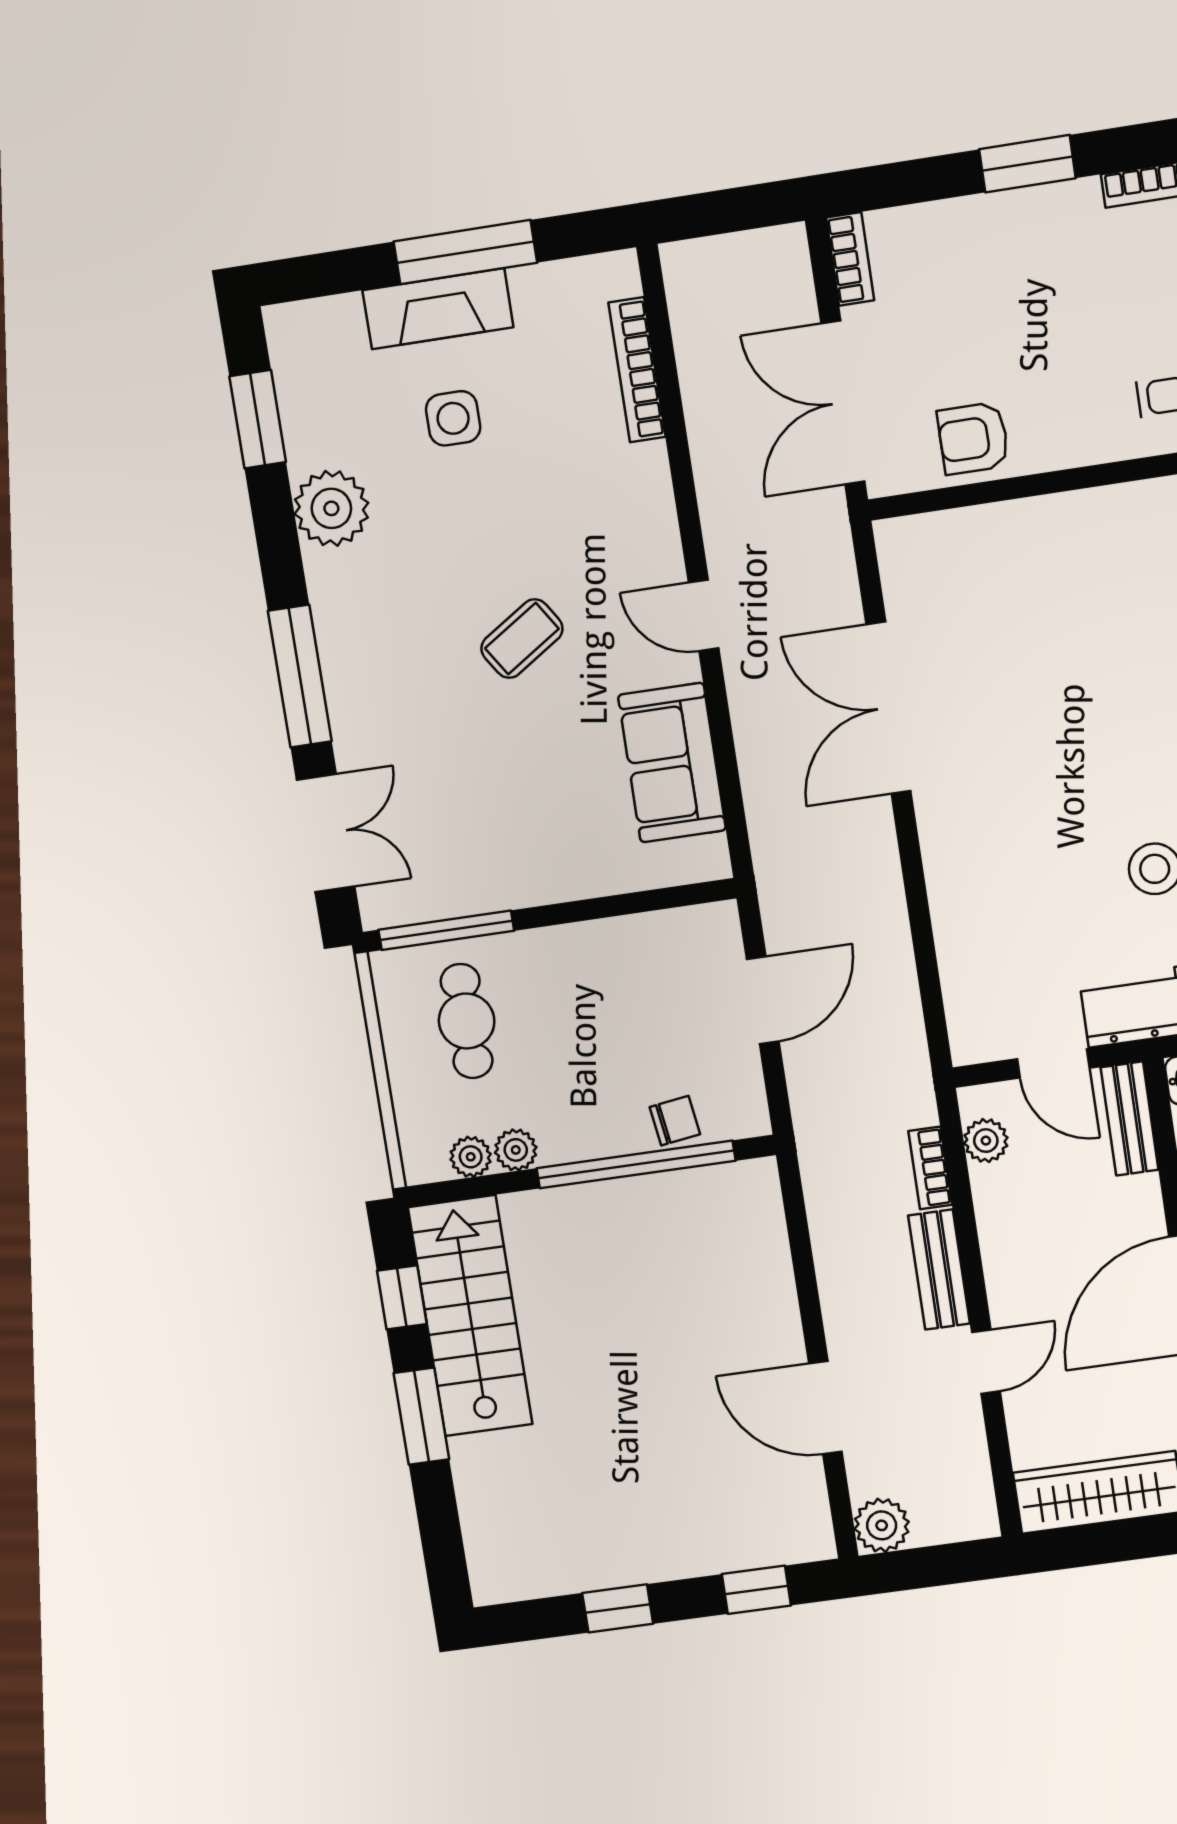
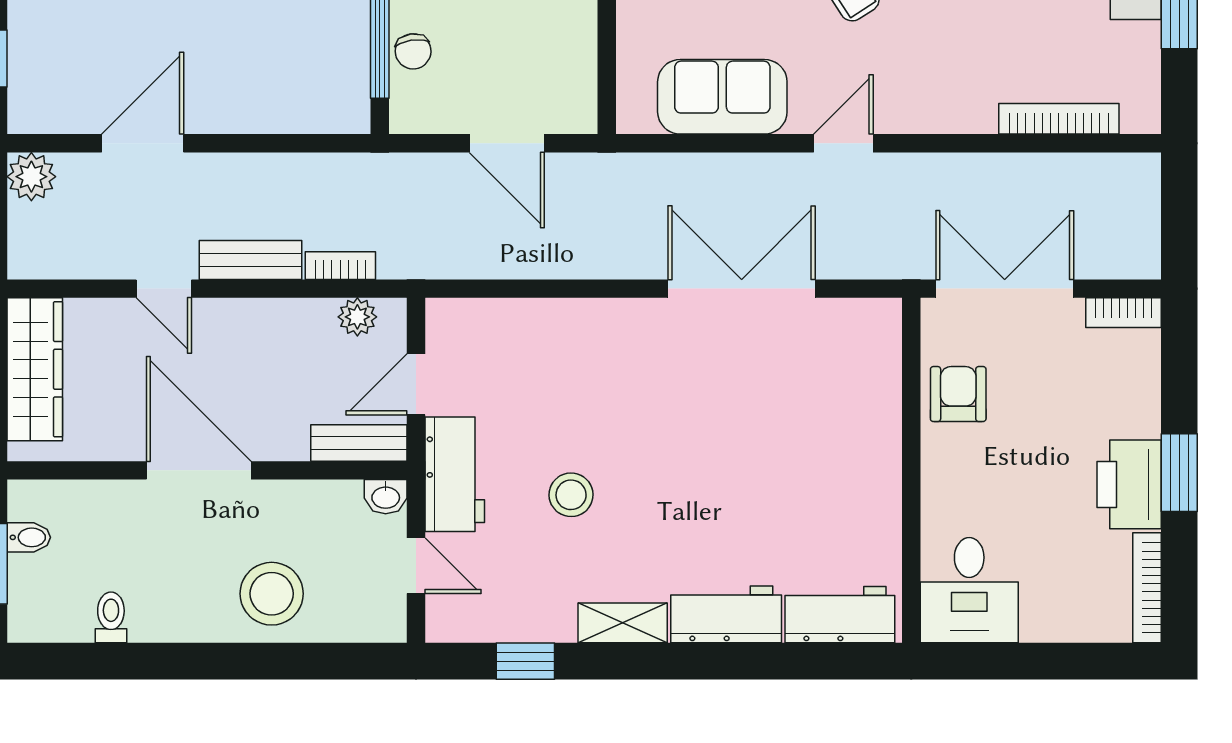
printer: (1050, 221) -> (1129, 484), added

